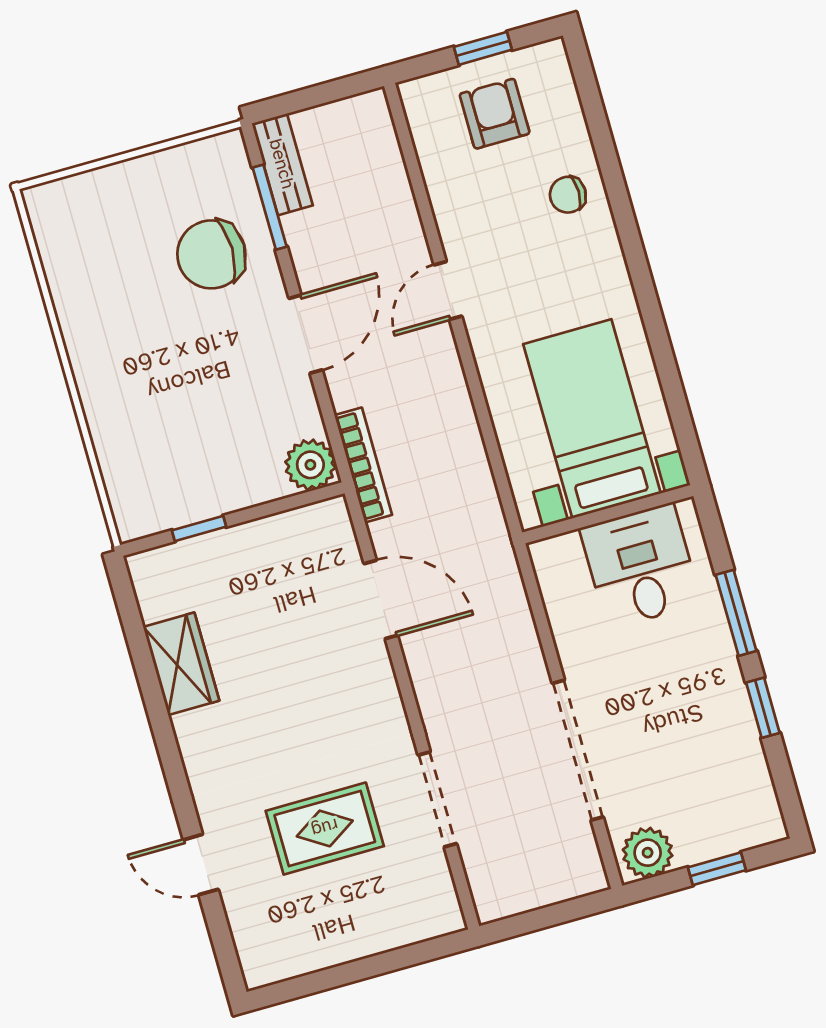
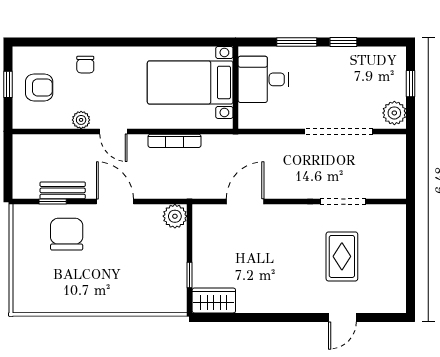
armchair: (495, 114) -> (39, 87), turned 180
bench: (282, 164) -> (63, 190), moved
window: (270, 207) -> (53, 202), width x0.67
plant: (453, 218) -> (81, 120), added
chair: (211, 254) -> (67, 234), turned 180
bookcase: (363, 465) -> (174, 141), moved, turned 180
wardrobe: (181, 664) -> (214, 300), moved

